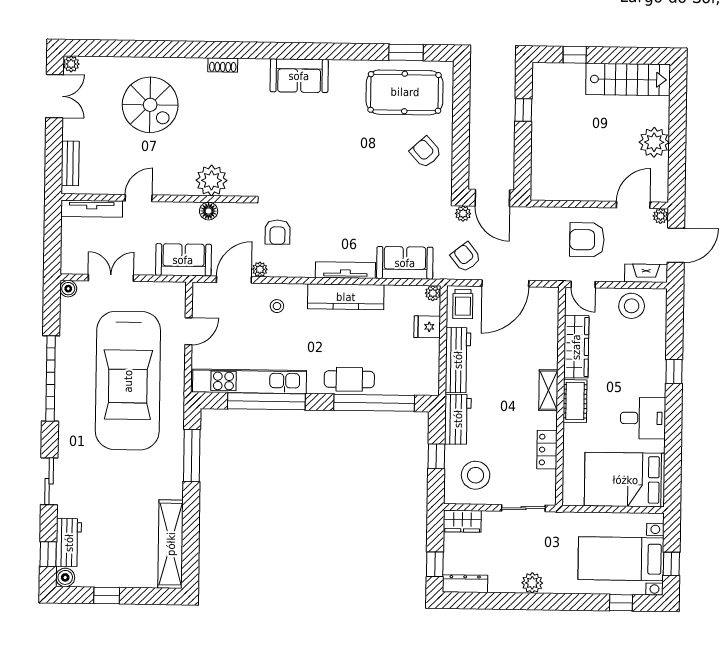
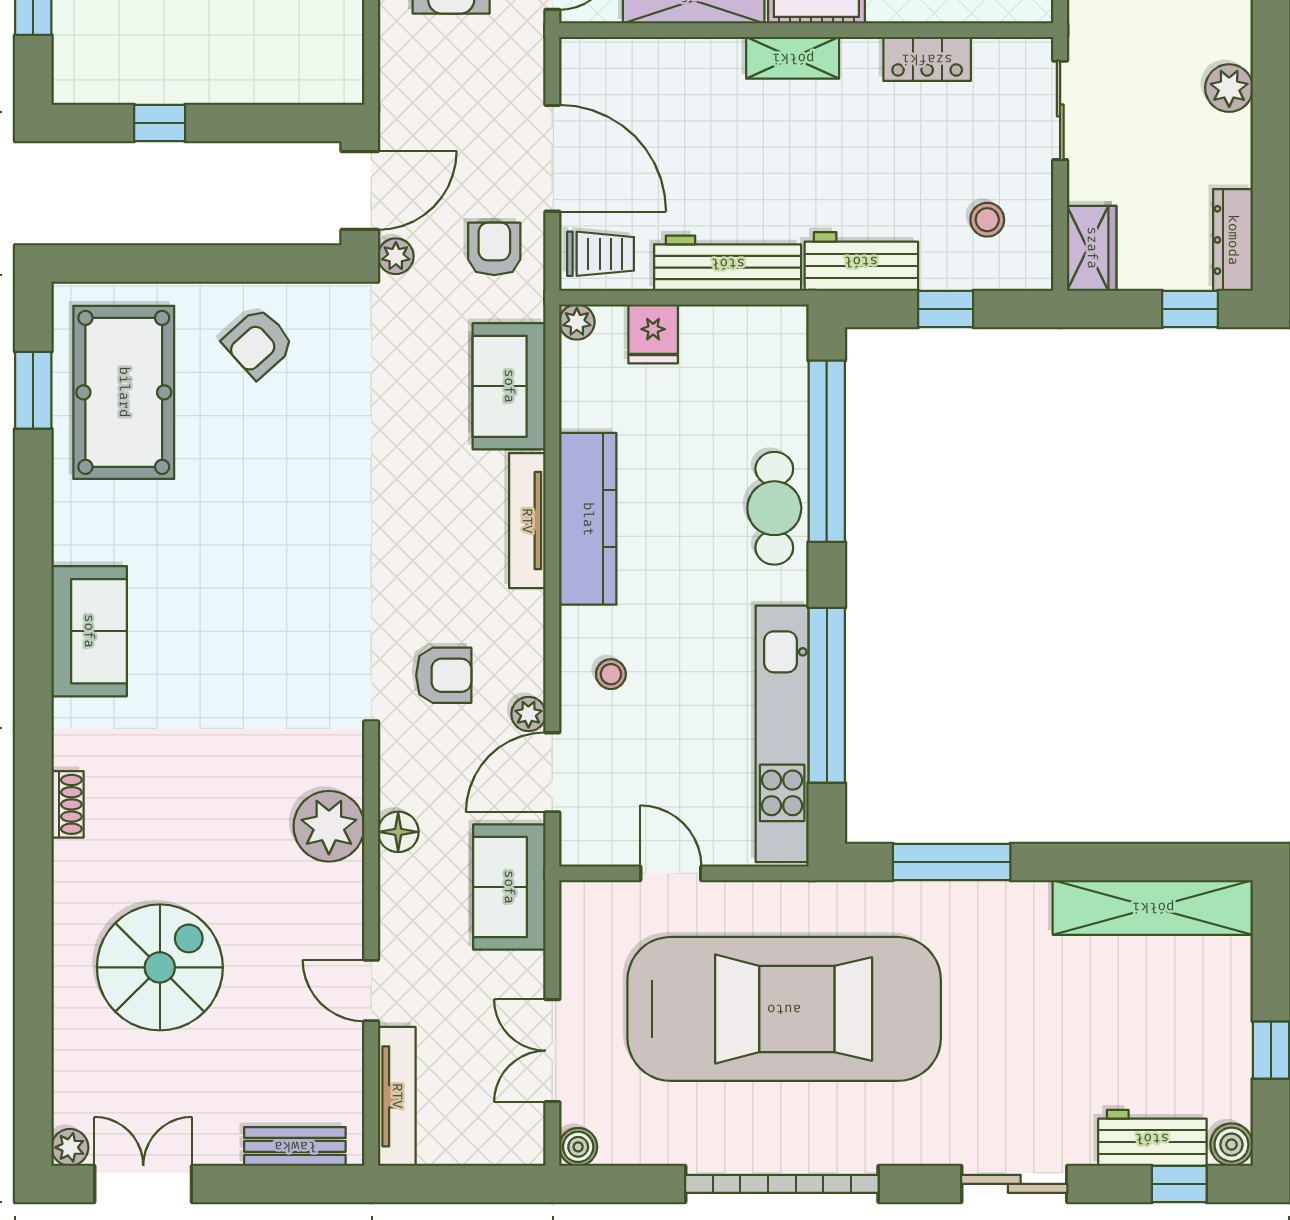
armchair: (466, 257) -> (494, 249), turned 128
door: (234, 280) -> (552, 772), hinge flipped
stool: (476, 475) -> (987, 220), width x0.53, depth x0.53

